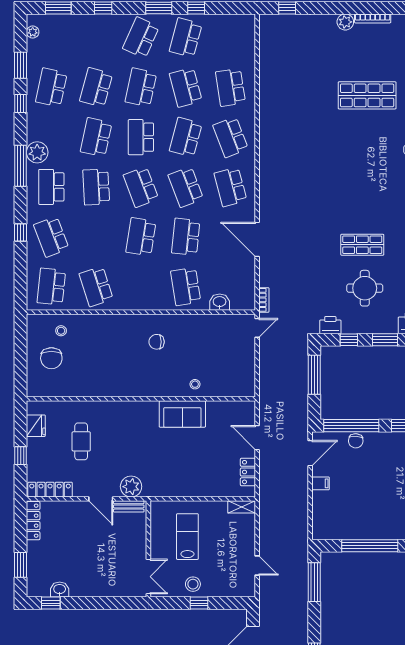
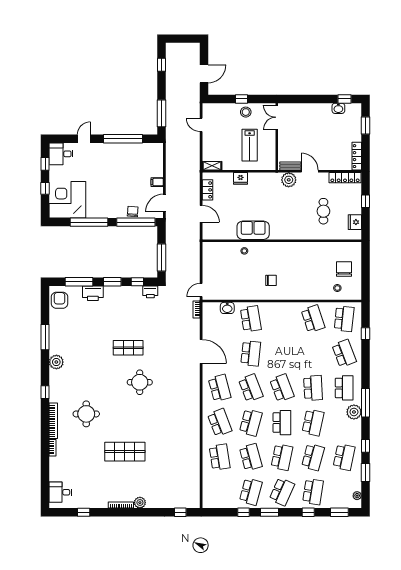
window: (21, 233) -> (365, 334), moved
school desk: (141, 237) -> (313, 492), moved
round table: (365, 288) -> (140, 382), moved
fridge: (200, 489) -> (241, 178), added

